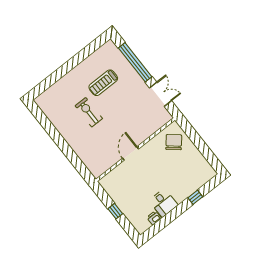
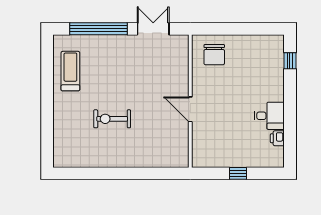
treadmill: (103, 83) -> (70, 71), moved, turned 180
chair: (174, 142) -> (214, 55), turned -130
window: (195, 197) -> (290, 61), moved

